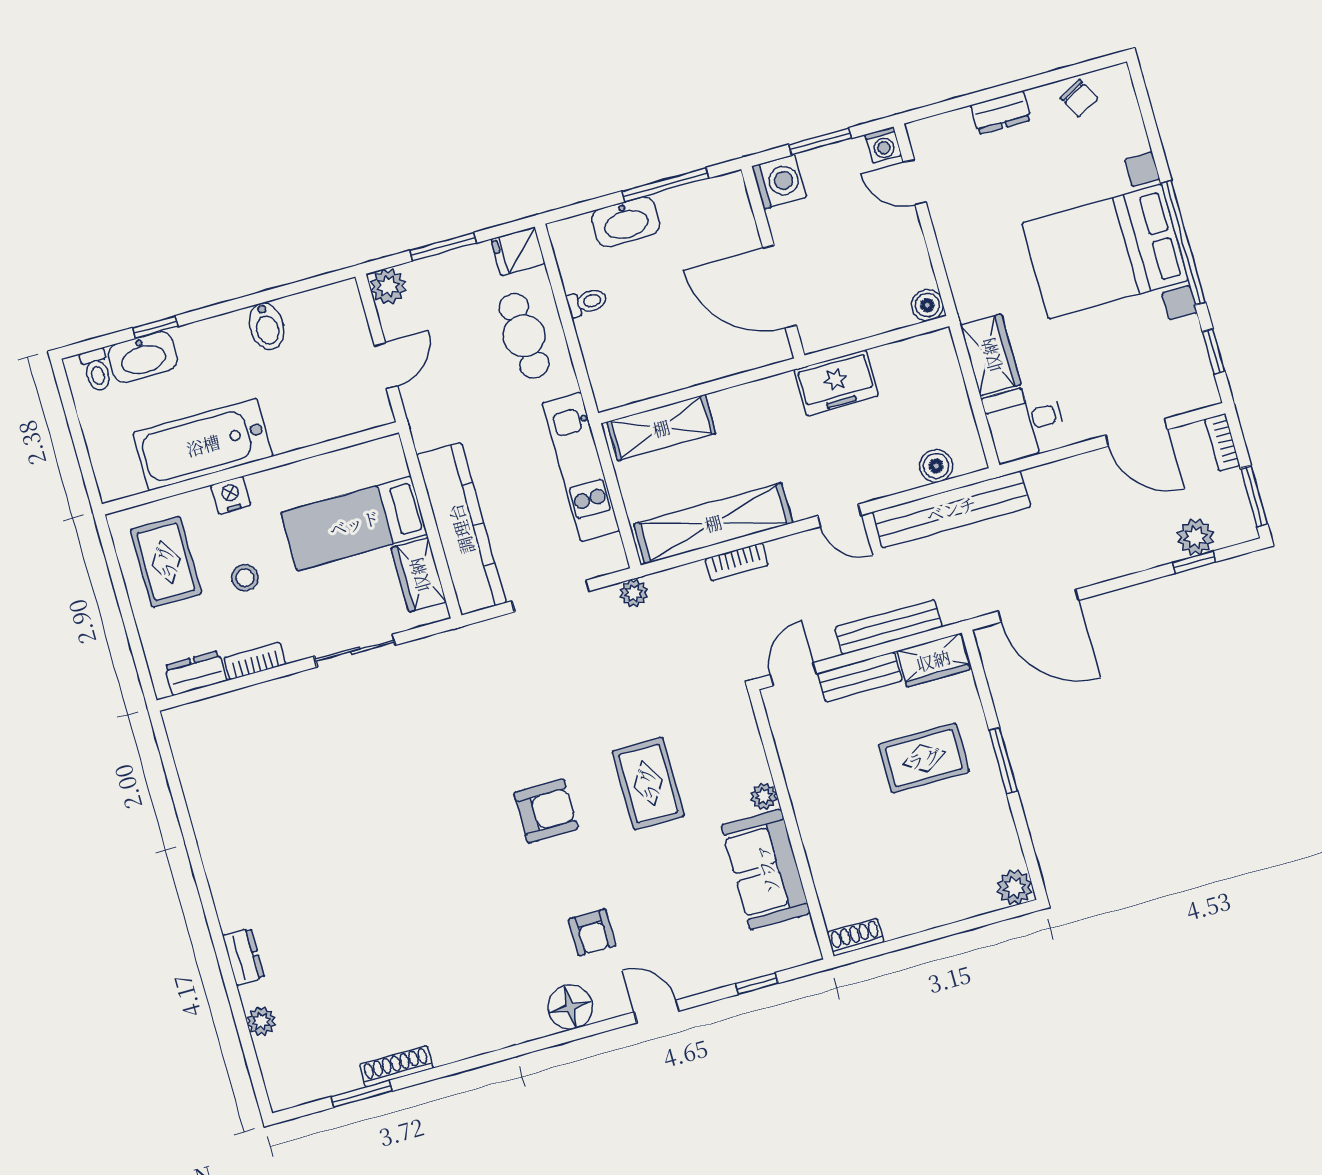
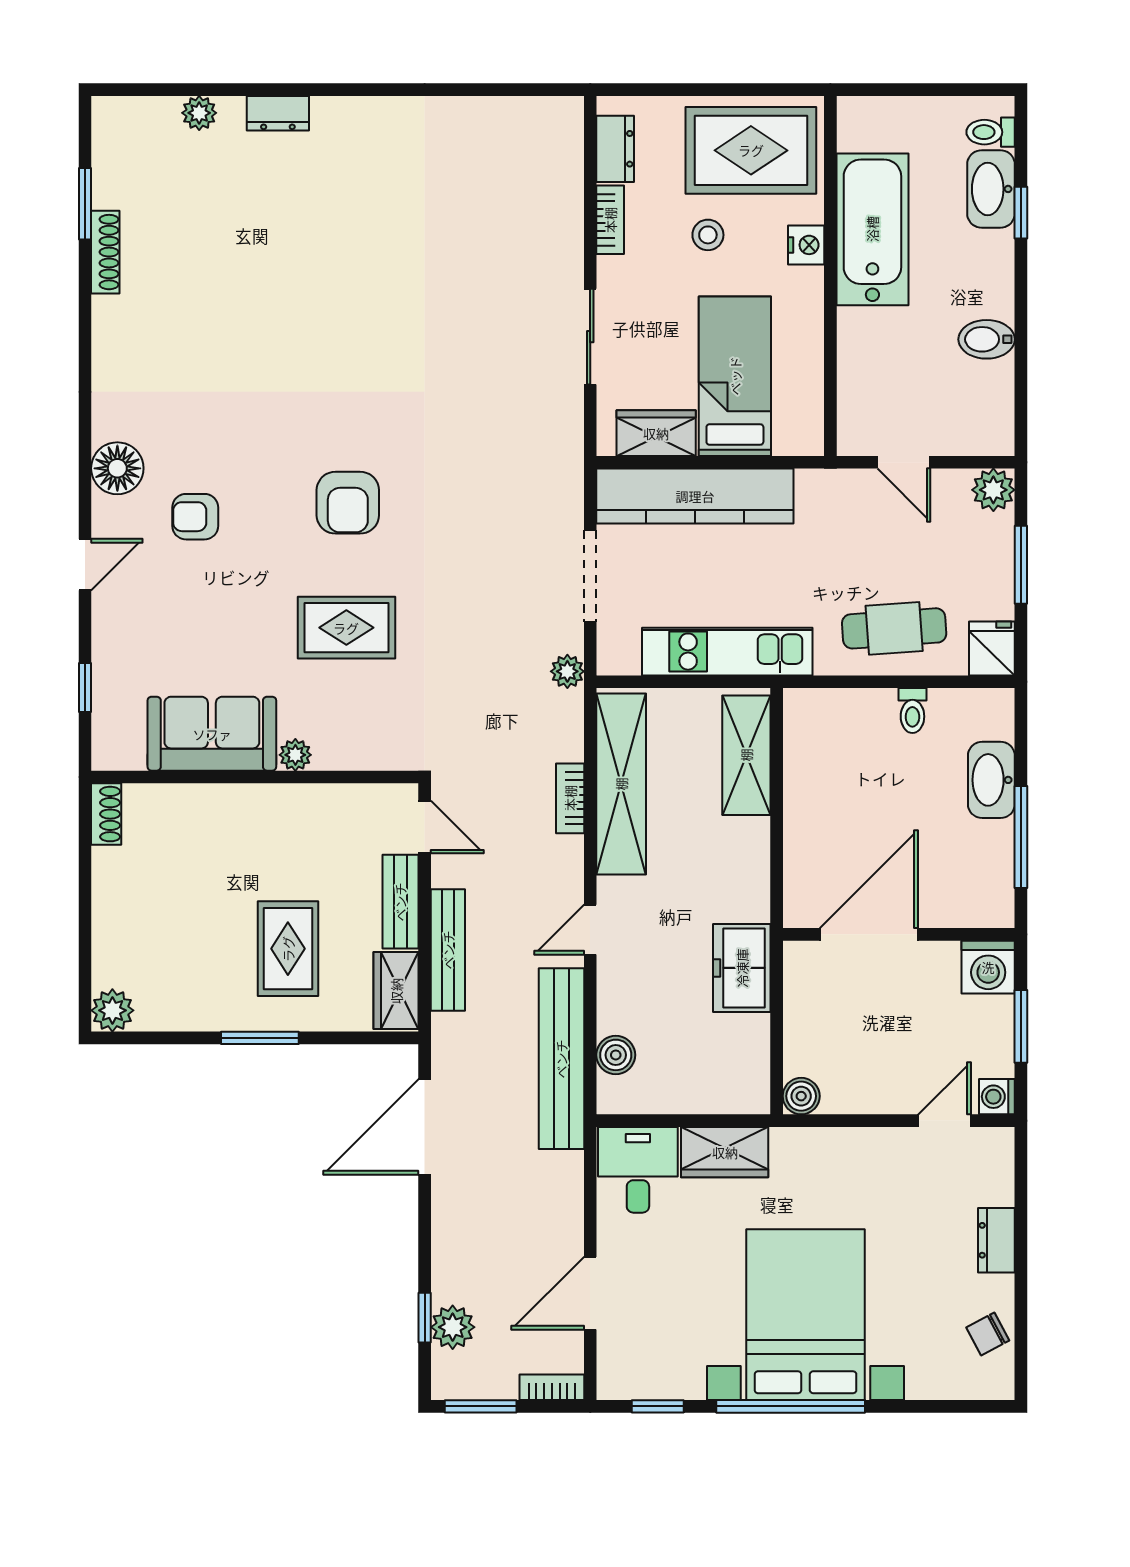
rug: (166, 562) -> (751, 150), width x1.36, depth x1.43

